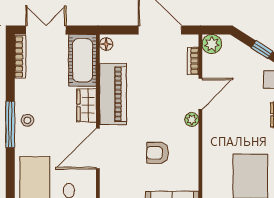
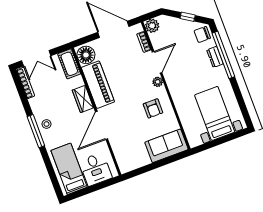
double door: (46, 30) -> (36, 58), swing flipped
floor lamp: (106, 44) -> (86, 55), width x1.89, depth x1.89
cot: (82, 60) -> (69, 64), width x0.73, depth x0.75
armchair: (157, 153) -> (153, 108), moved, turned -90

